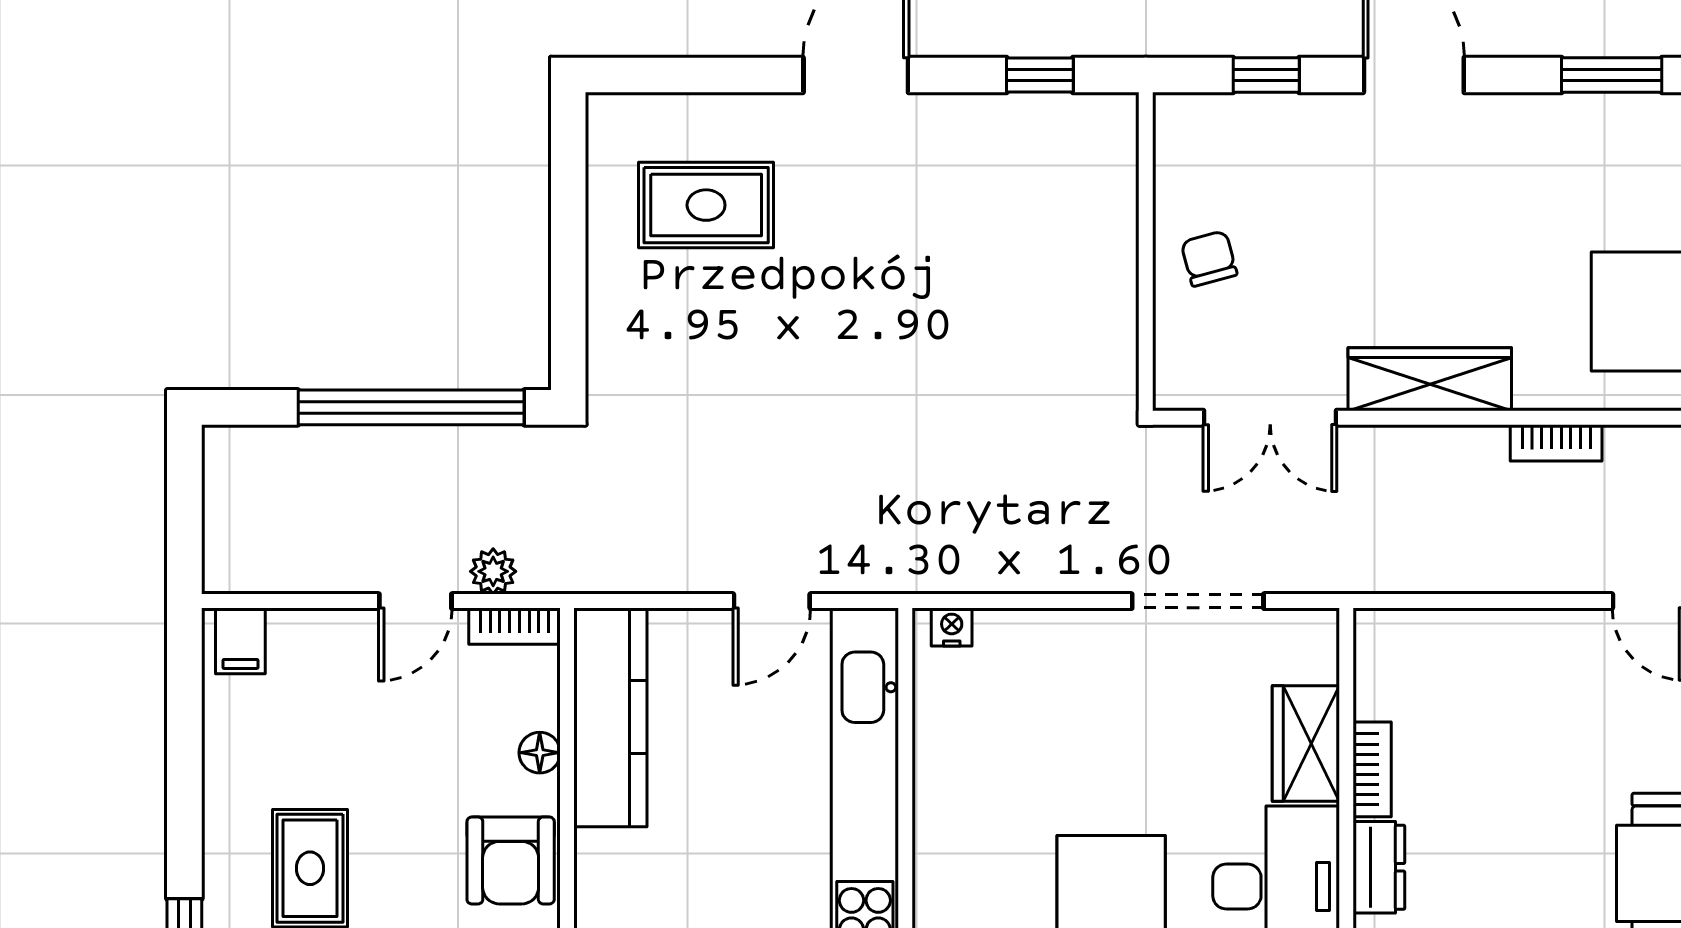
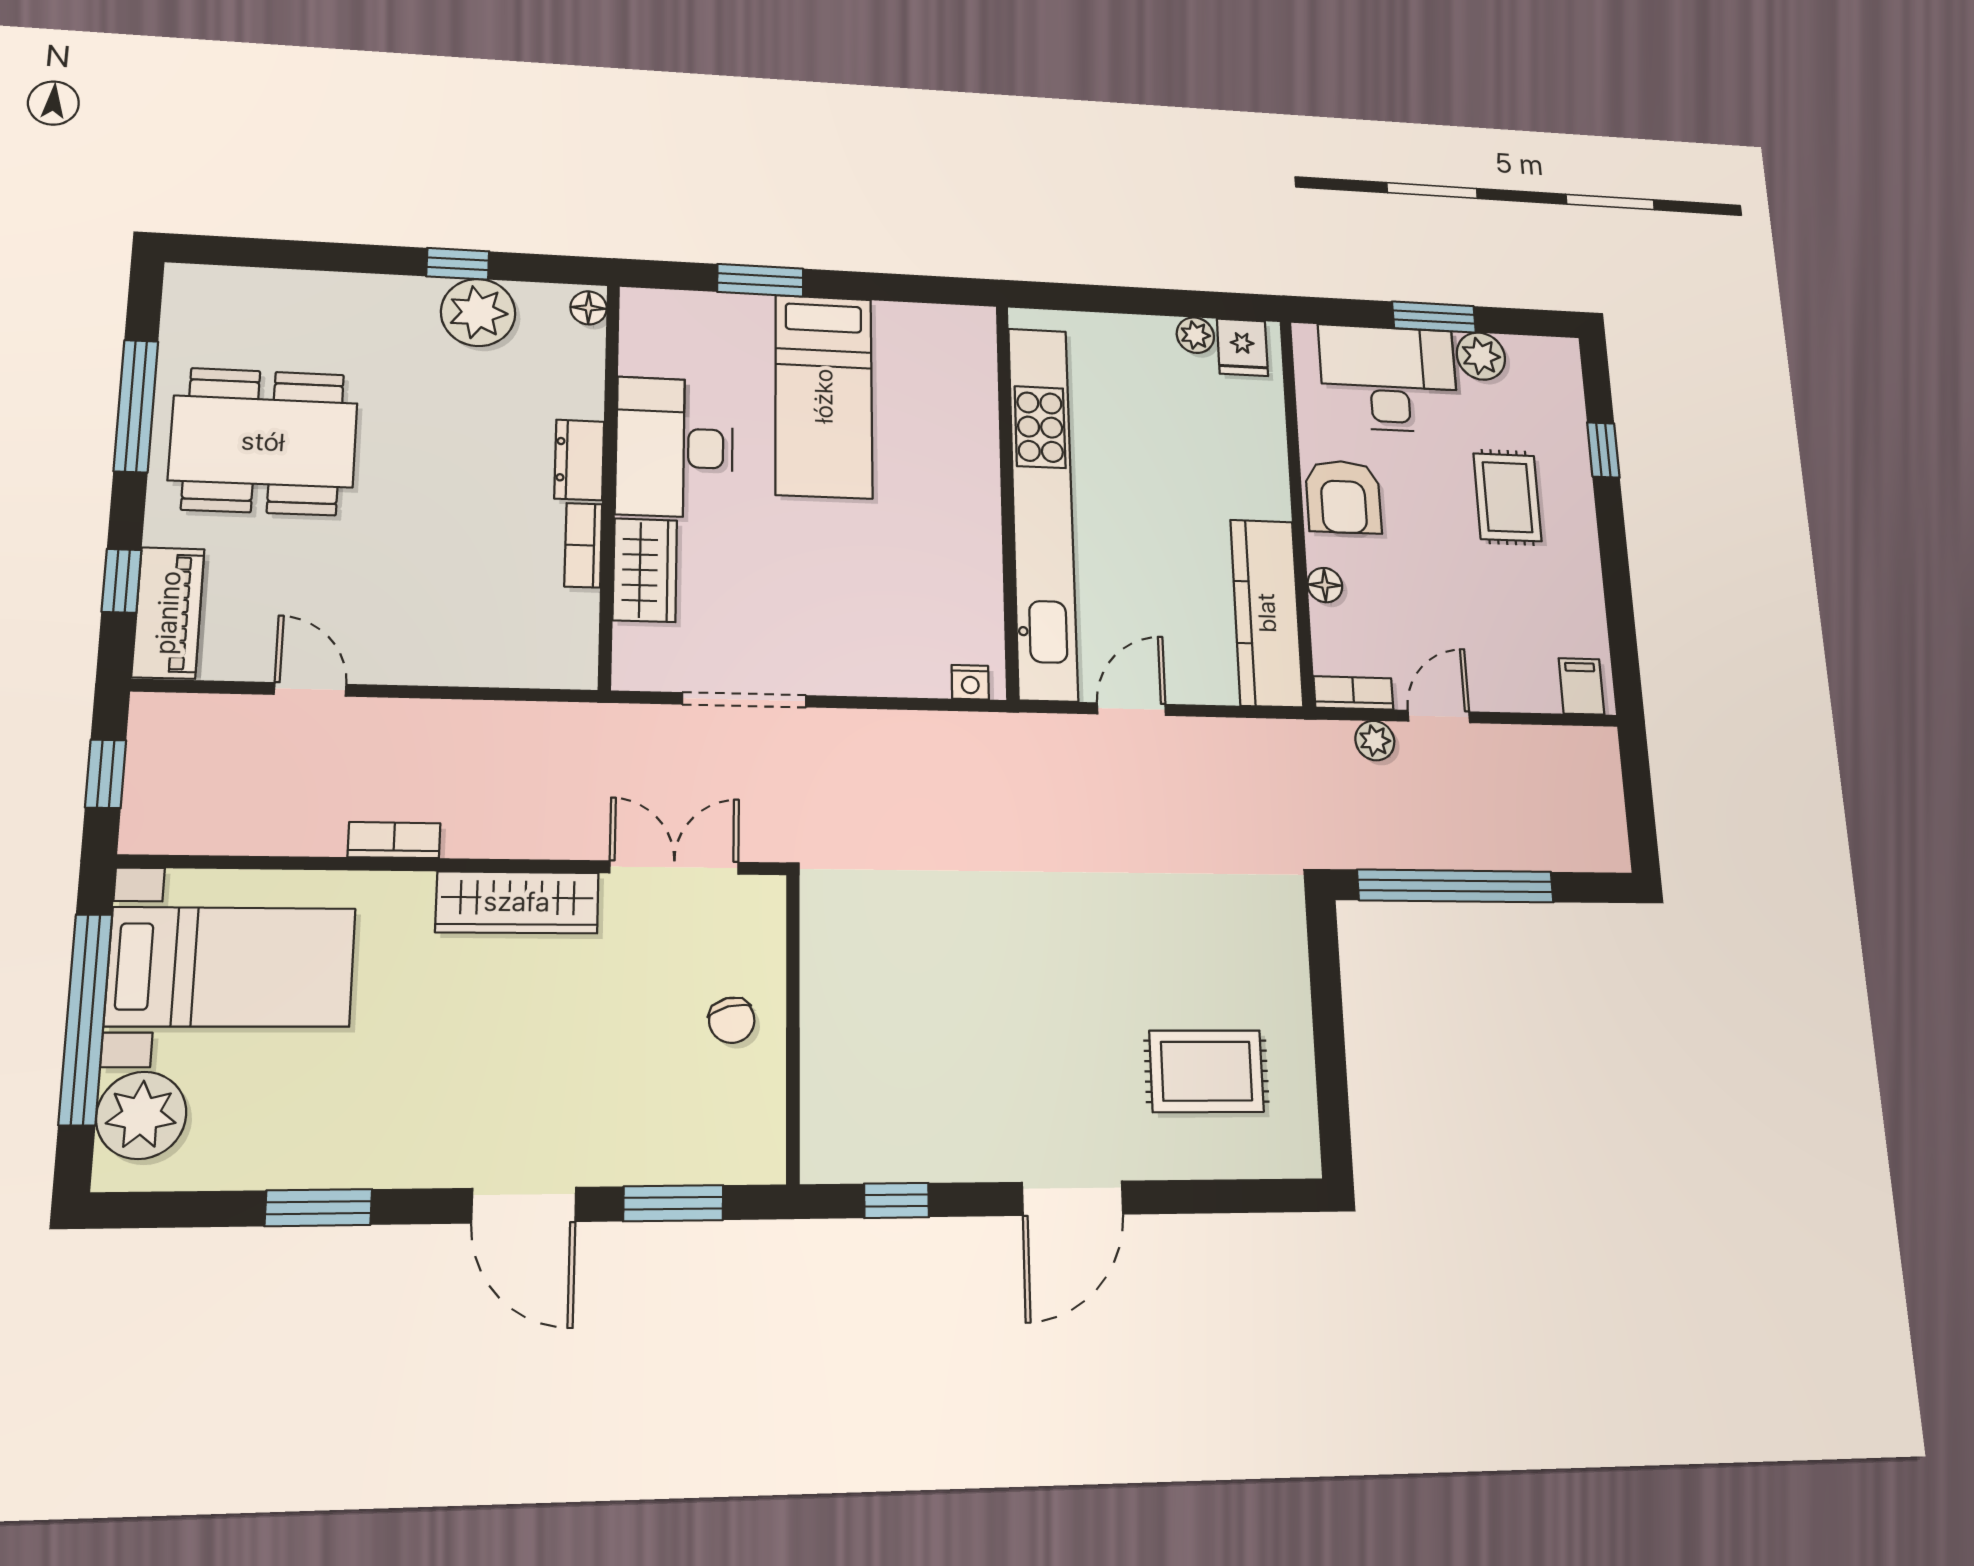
window: (1266, 75) -> (673, 1203), width x1.50
armchair: (511, 860) -> (1343, 497), turned 180

